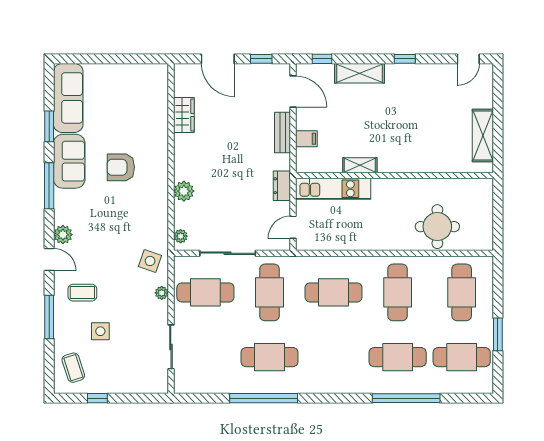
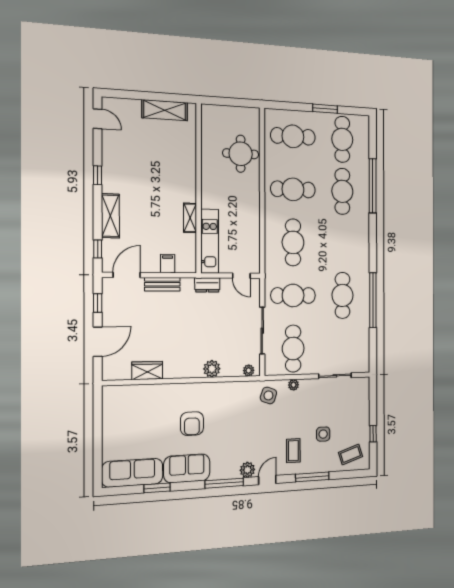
window: (49, 186) -> (224, 483), moved

